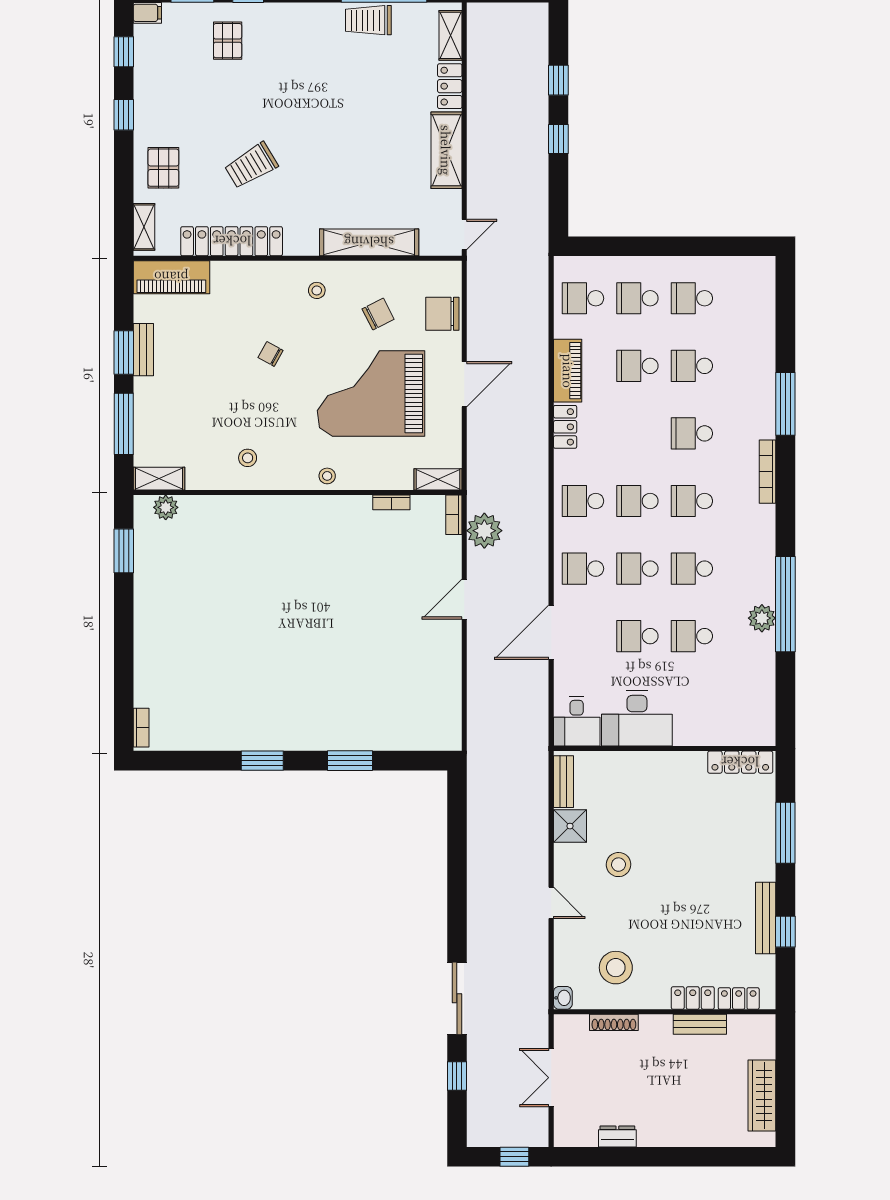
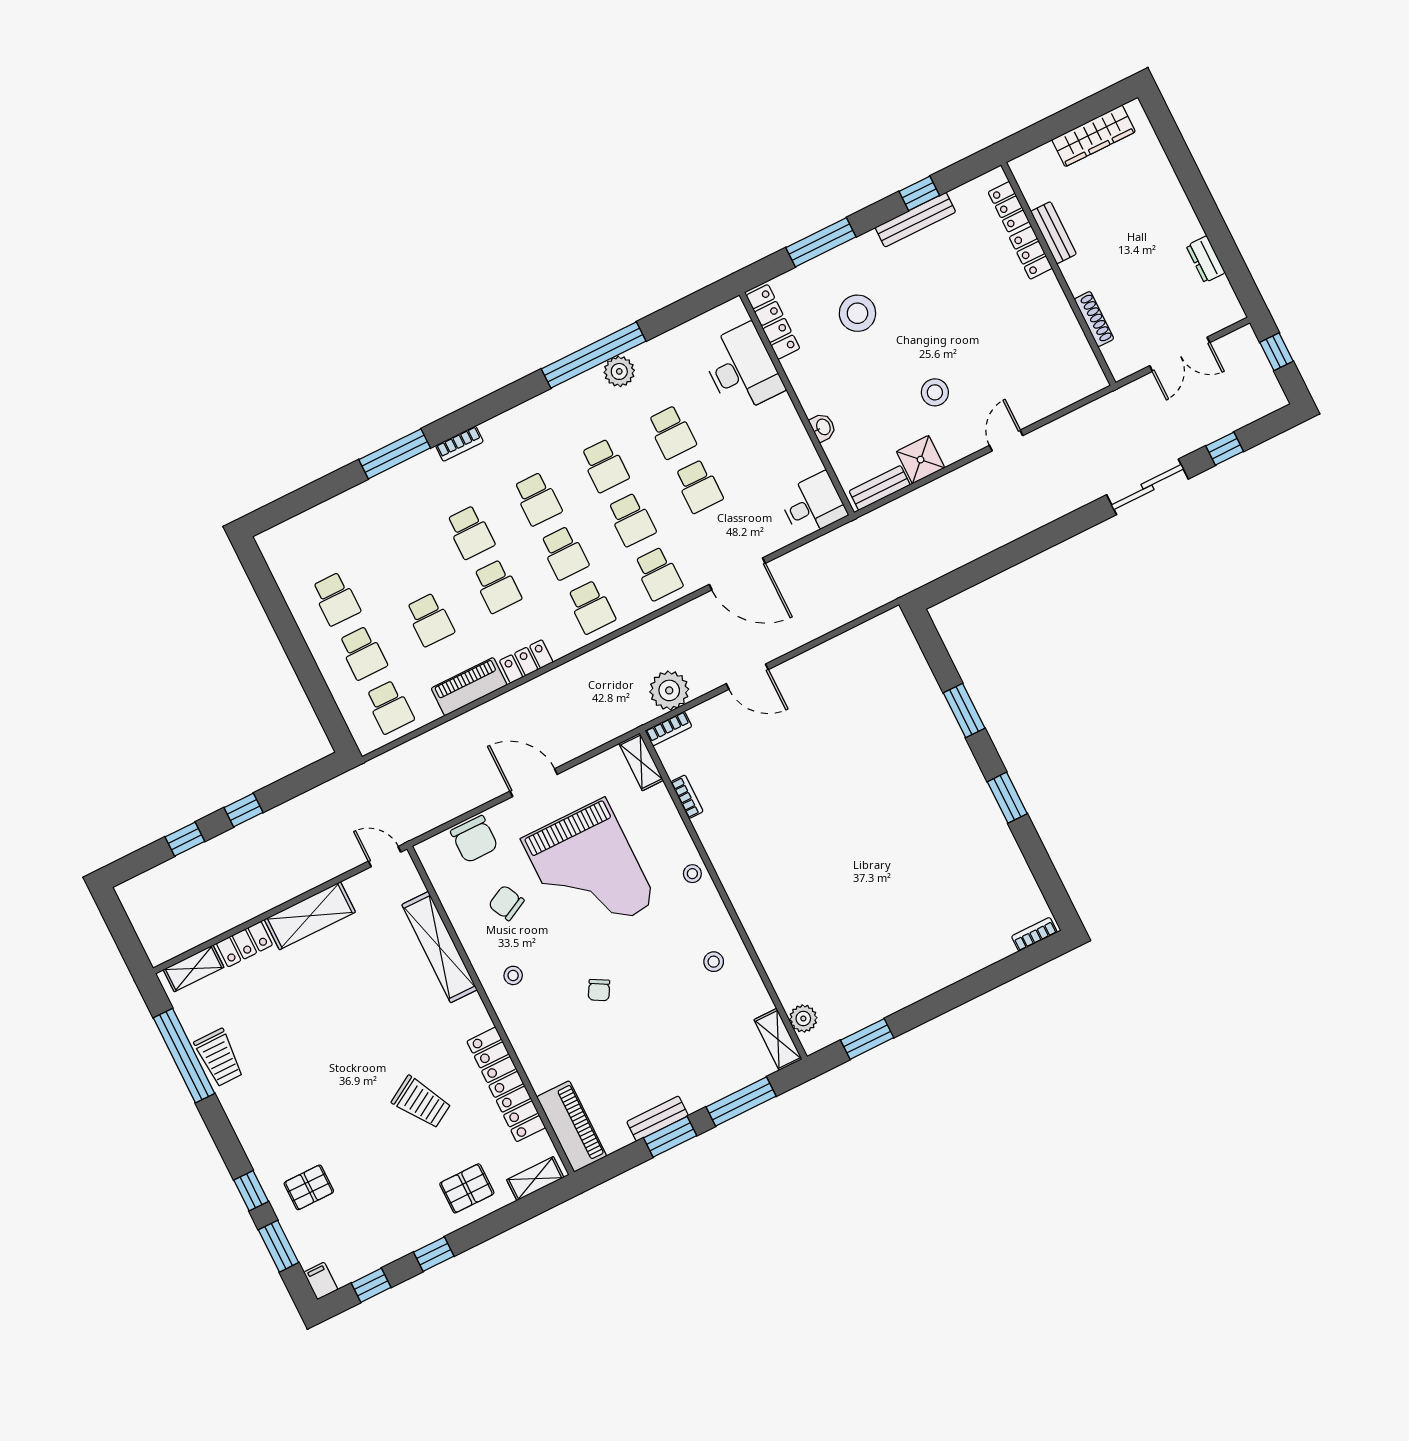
school desk: (692, 366) -> (497, 586), moved
bookcase: (768, 472) -> (459, 444), width x0.64
desk: (637, 718) -> (742, 369), moved
stool: (616, 968) -> (857, 313), moved
washbasin: (563, 998) -> (823, 427), moved, turned 90

